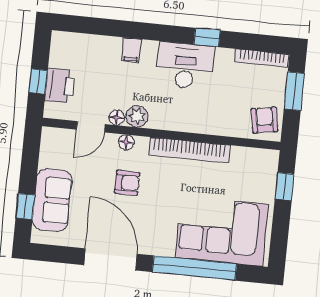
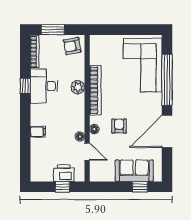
desk: (185, 66) -> (44, 86), moved
plant: (137, 116) -> (78, 87), moved
window: (285, 187) -> (112, 30), removed

